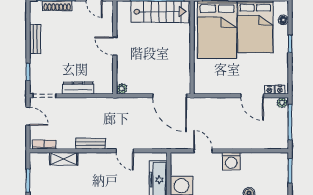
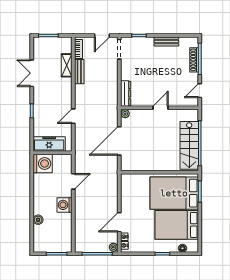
dresser: (78, 88) -> (126, 94), moved
door: (170, 96) -> (119, 141), moved
bench: (91, 144) -> (79, 72), moved

